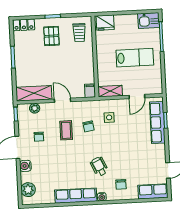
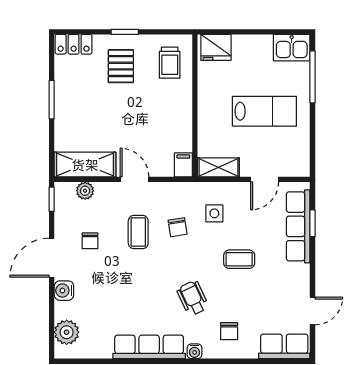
coffee table: (125, 143) -> (239, 259), added

